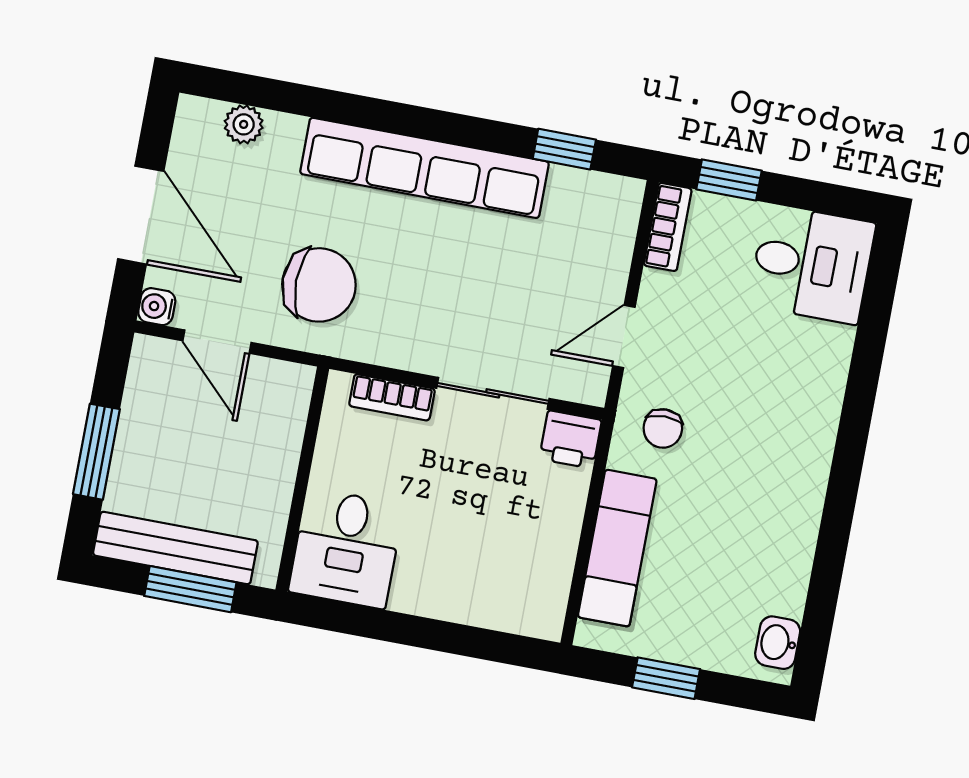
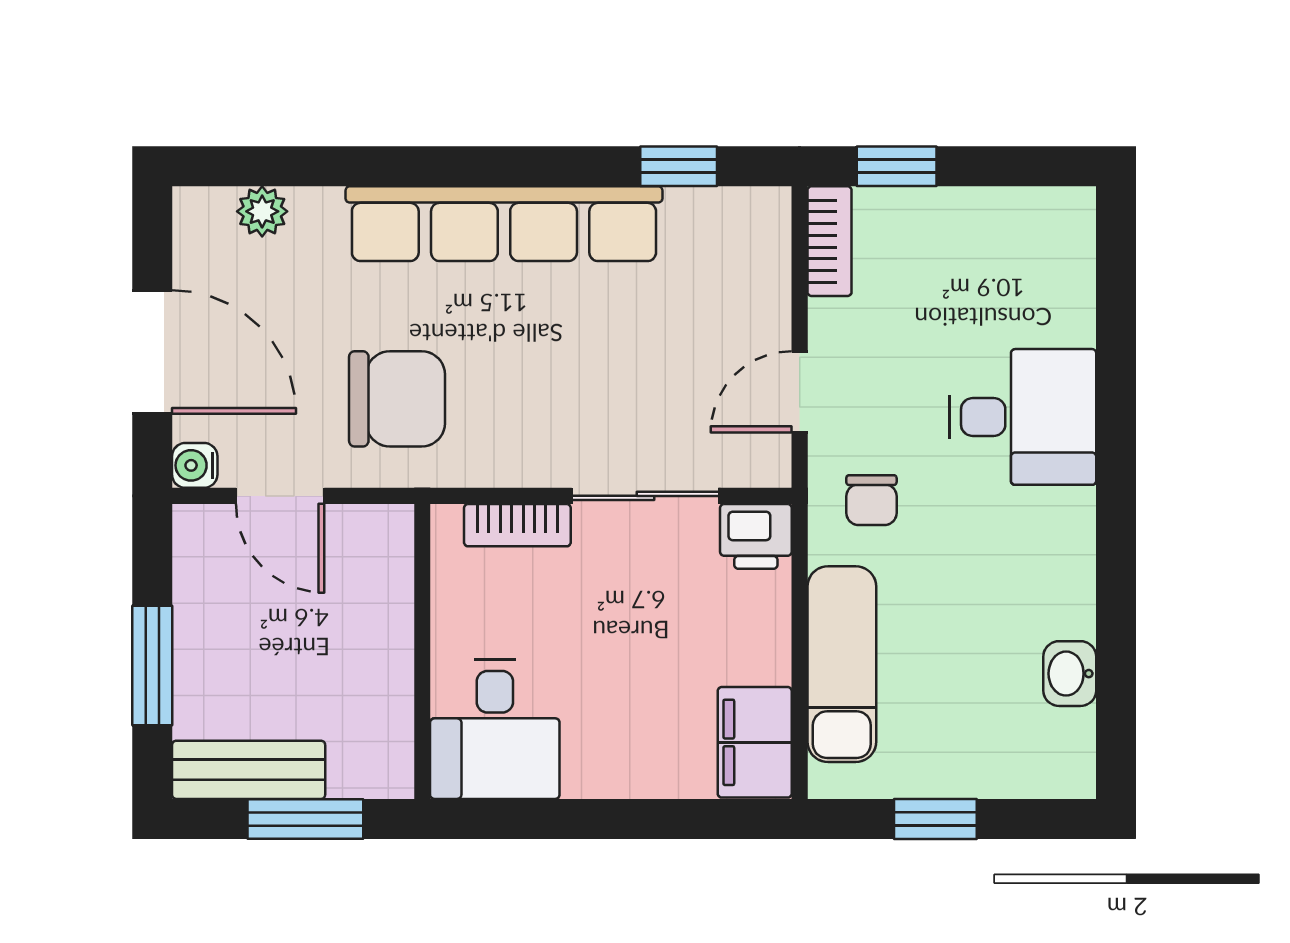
desk: (812, 264) -> (1023, 417), moved
bench: (175, 548) -> (249, 770), width x0.73
filing cabinet: (540, 595) -> (755, 742), added
washbasin: (778, 643) -> (1070, 674), moved

